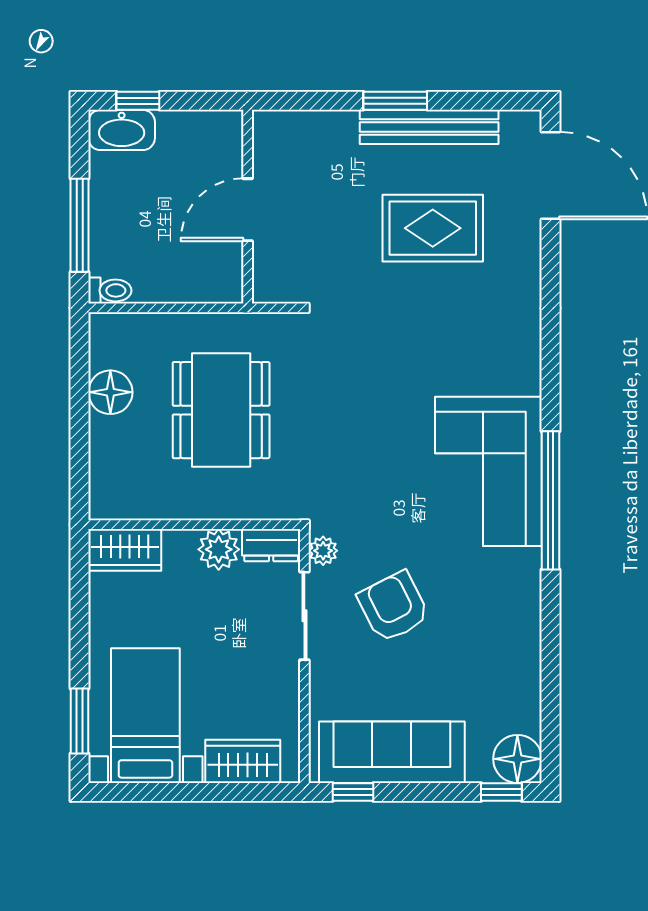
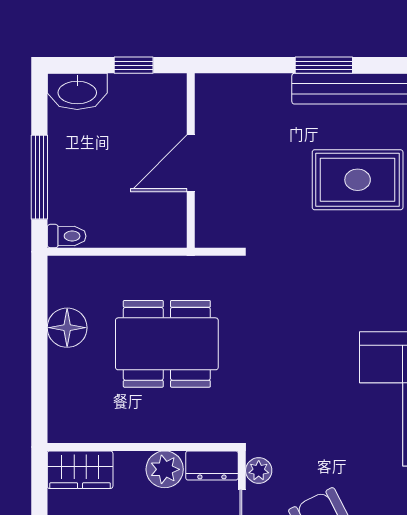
window: (138, 101) -> (134, 65), moved
dining table: (221, 410) -> (167, 344), turned 90

